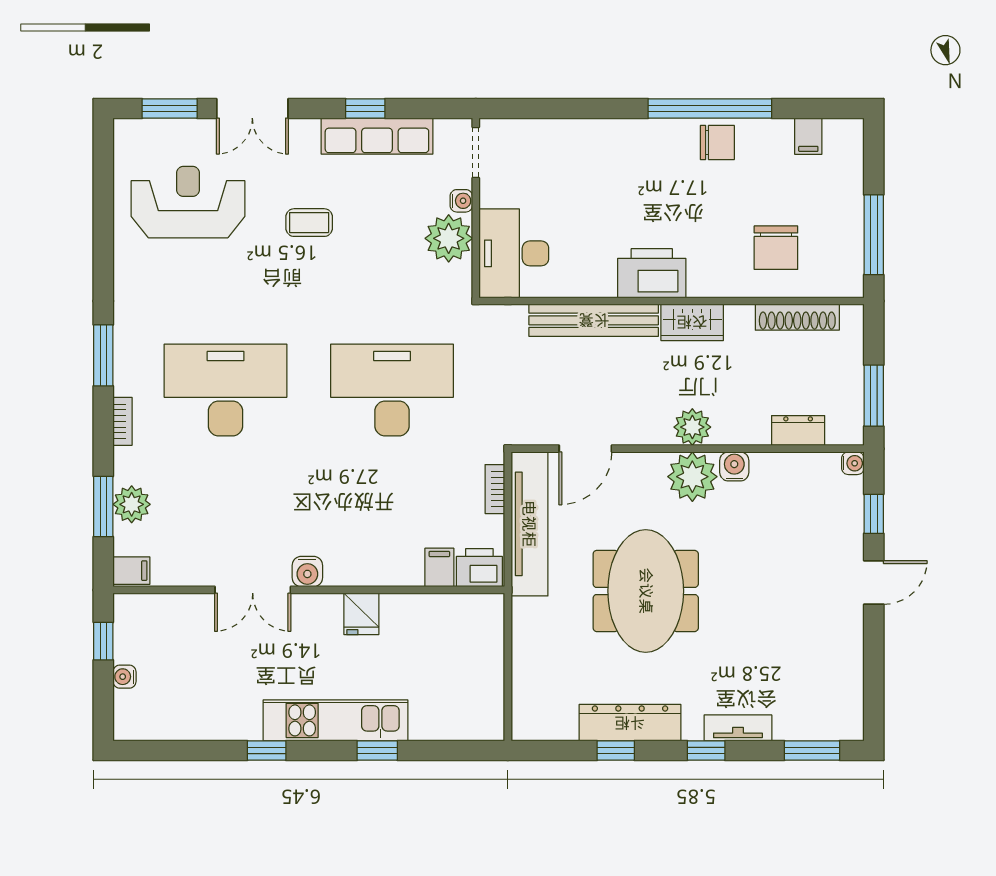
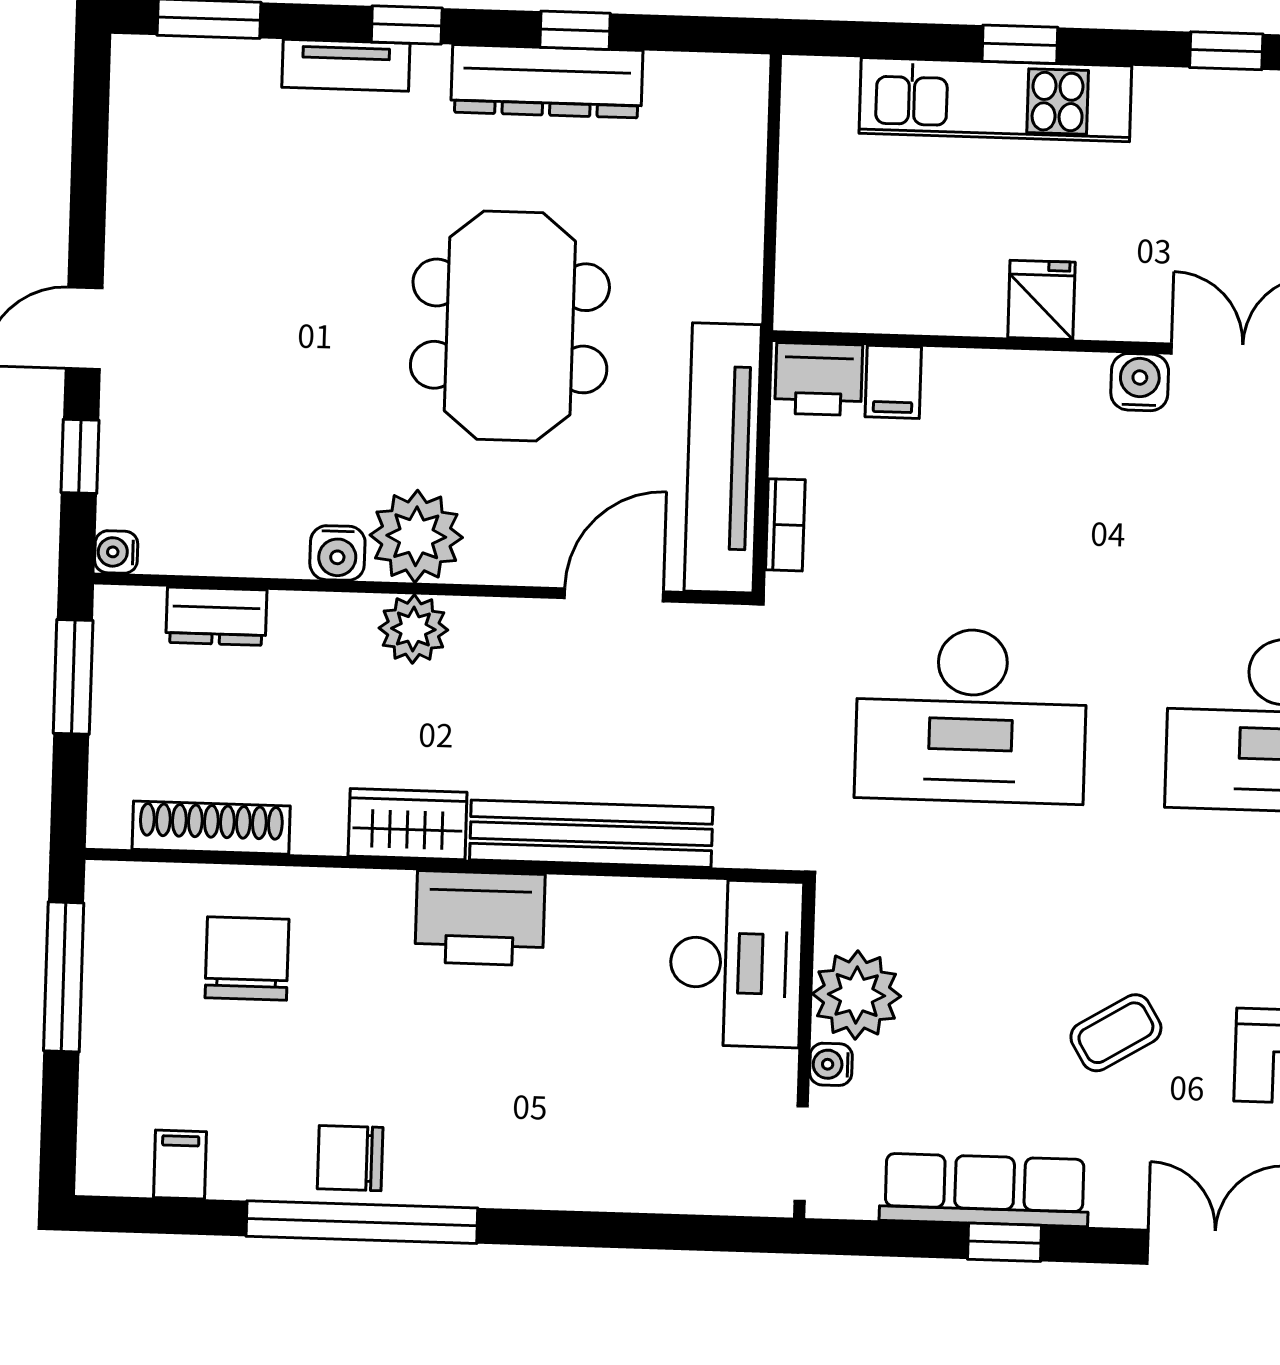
coffee table: (309, 223) -> (1116, 1033), turned -31
kitchen unit: (335, 720) -> (995, 100), moved

